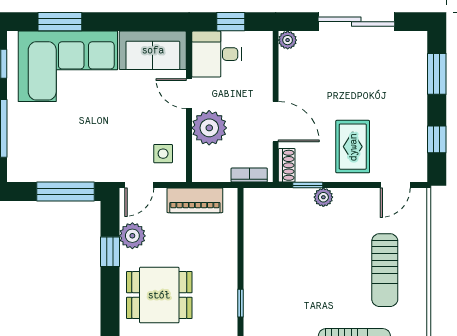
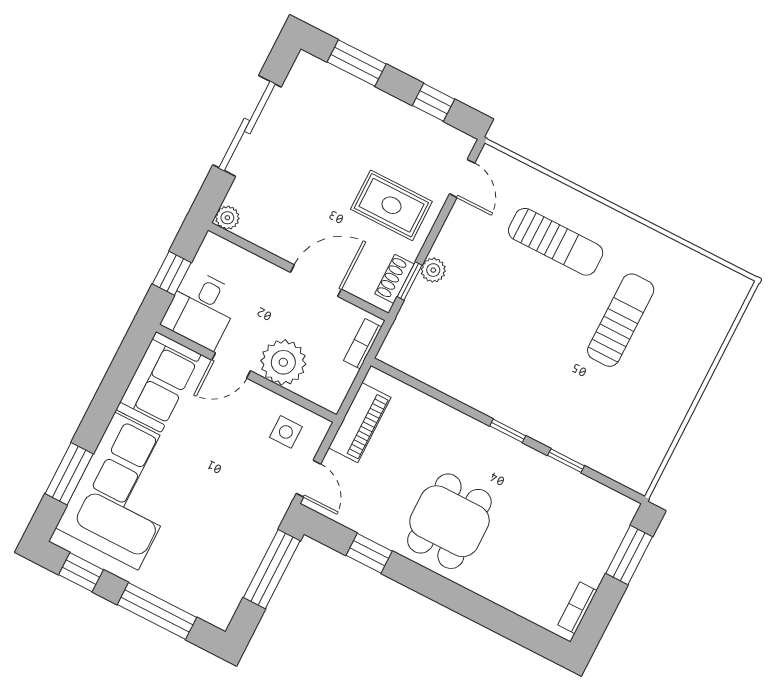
shoe rack: (287, 165) -> (394, 279), moved, turned -90
plant: (132, 236) -> (364, 517), removed

